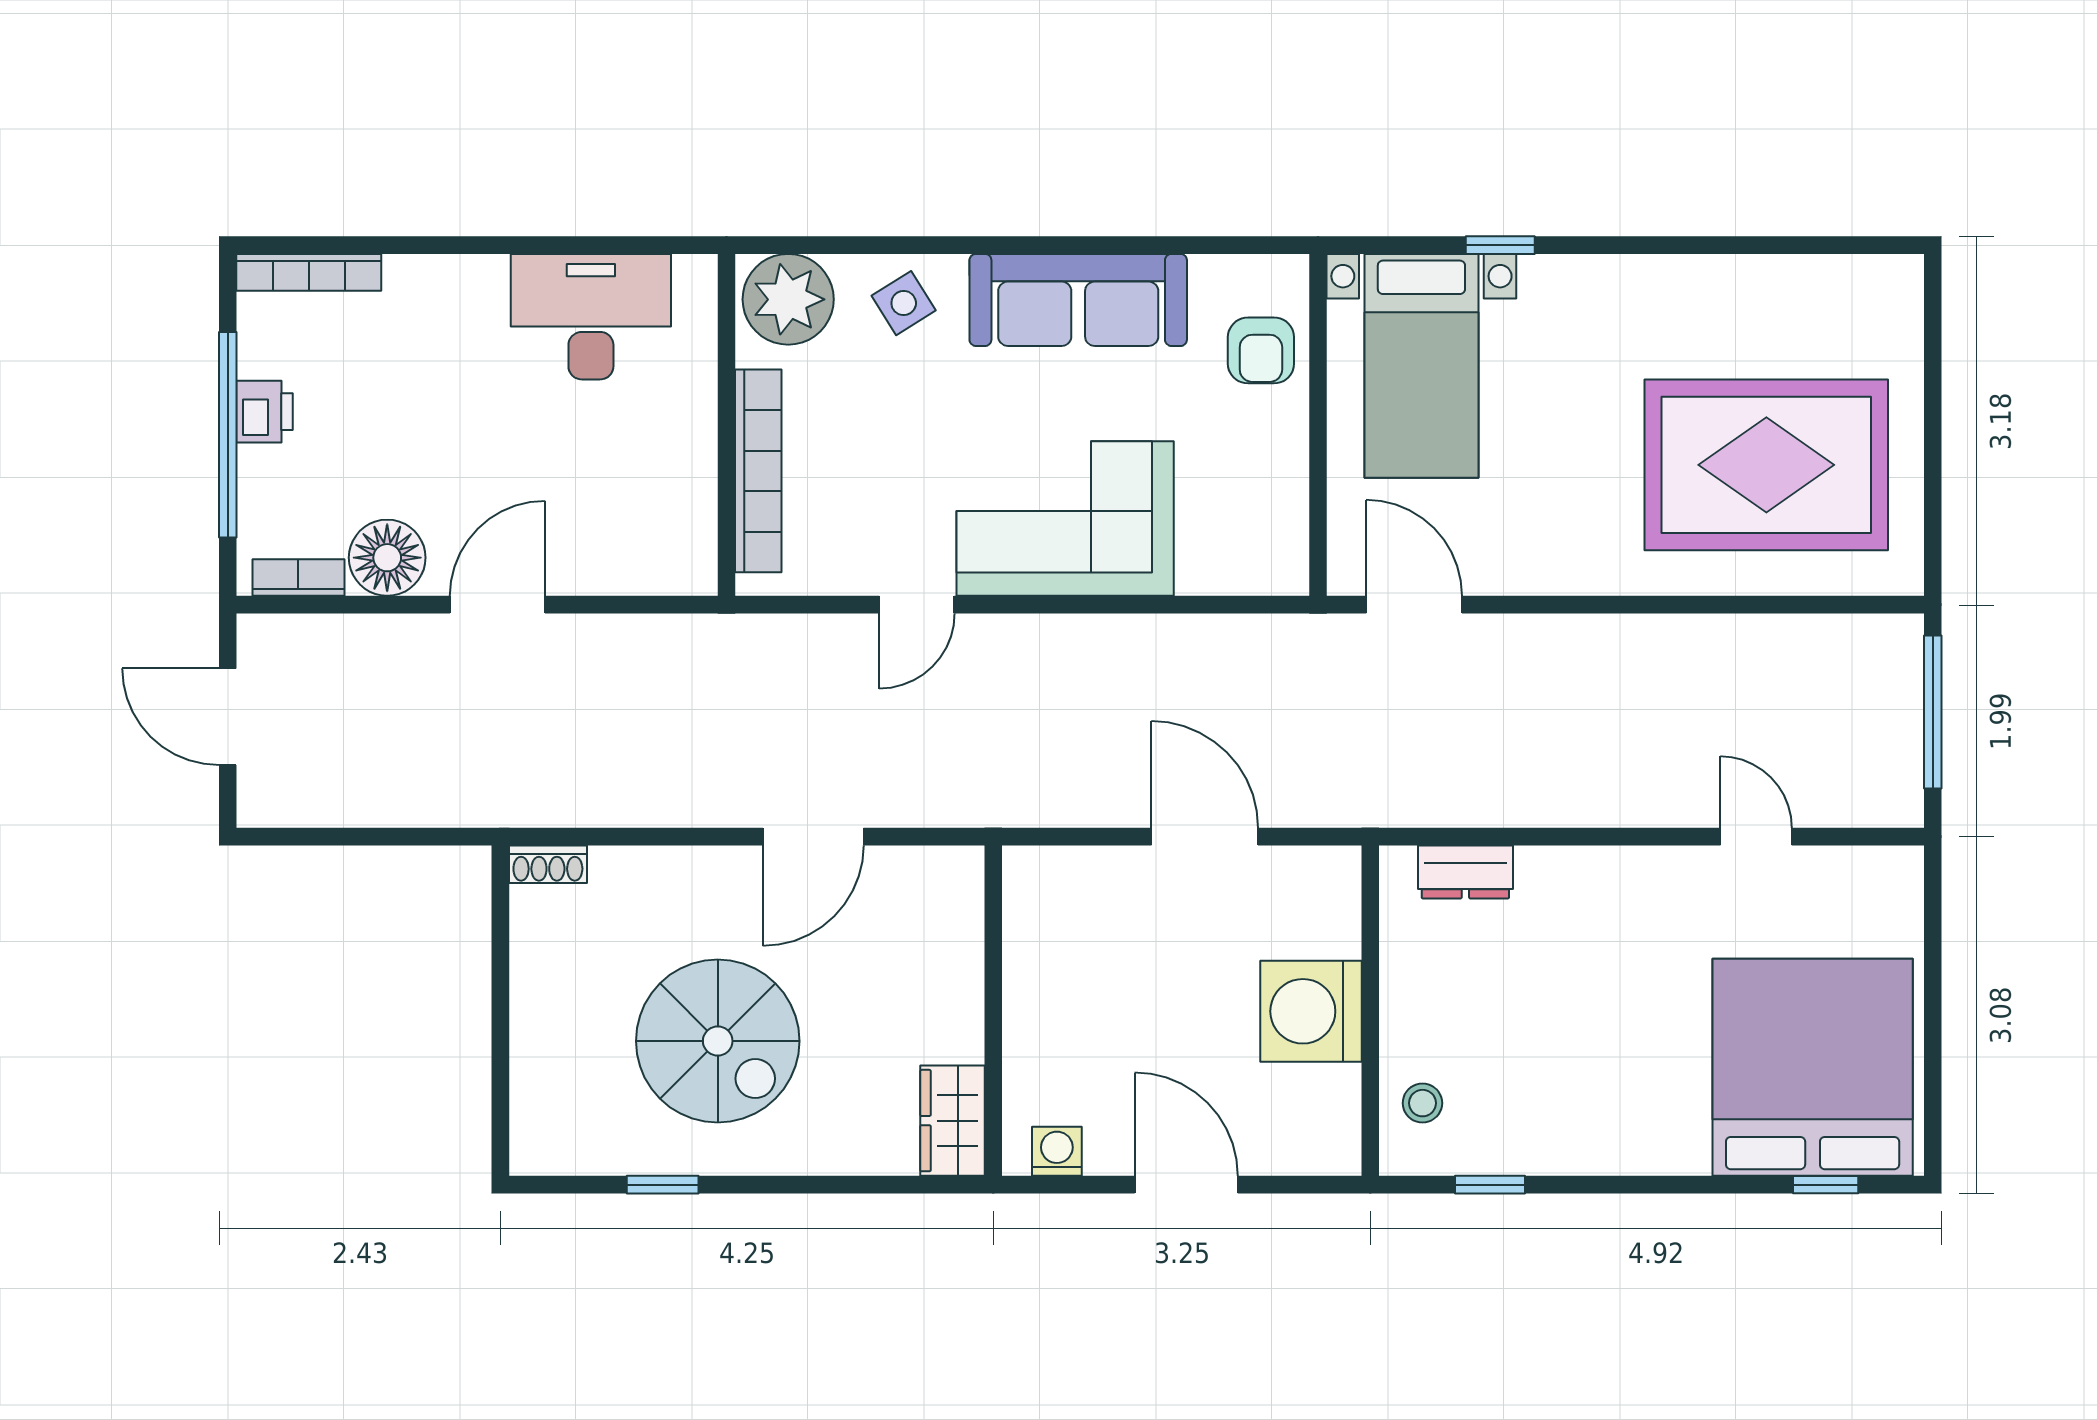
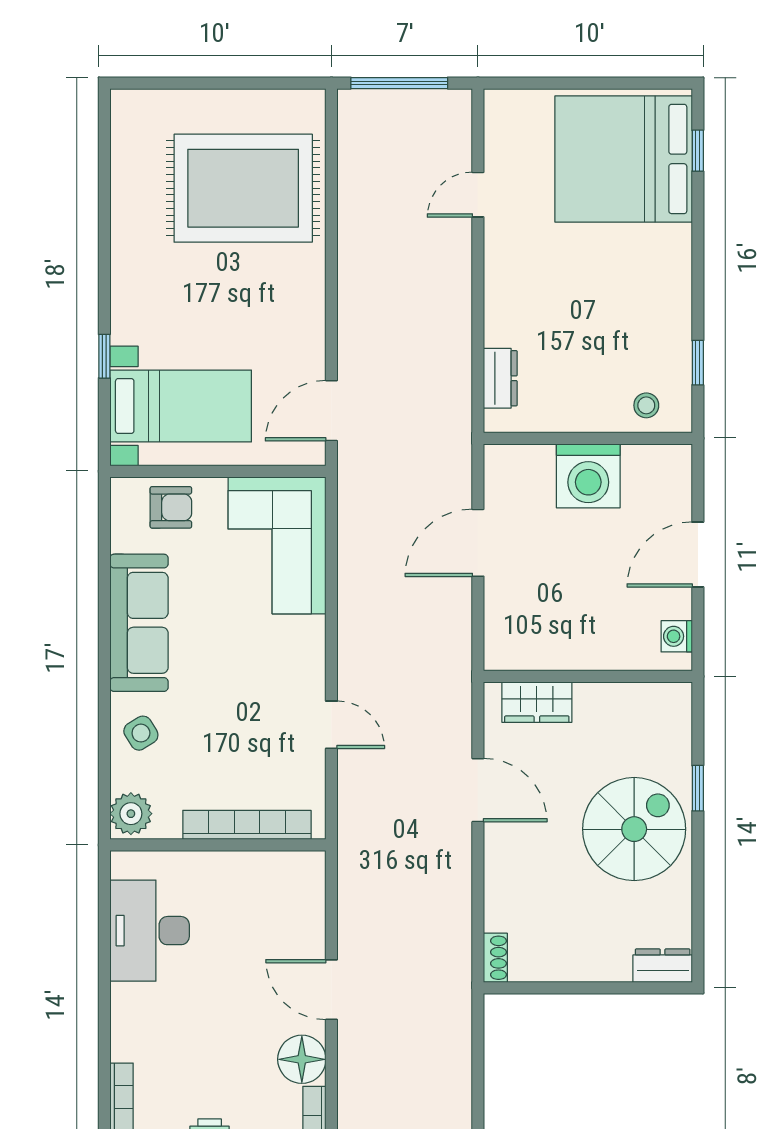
plant: (788, 299) -> (131, 814), width x0.73, depth x0.73
rug: (1766, 465) -> (243, 188), turned 90
corner sofa: (1065, 519) -> (277, 545), moved
spiral stairs: (718, 1041) -> (634, 829), moved
wardrobe: (952, 1121) -> (537, 702), moved
dresser: (535, 1129) -> (663, 966), added
window: (663, 1185) -> (698, 788), moved

